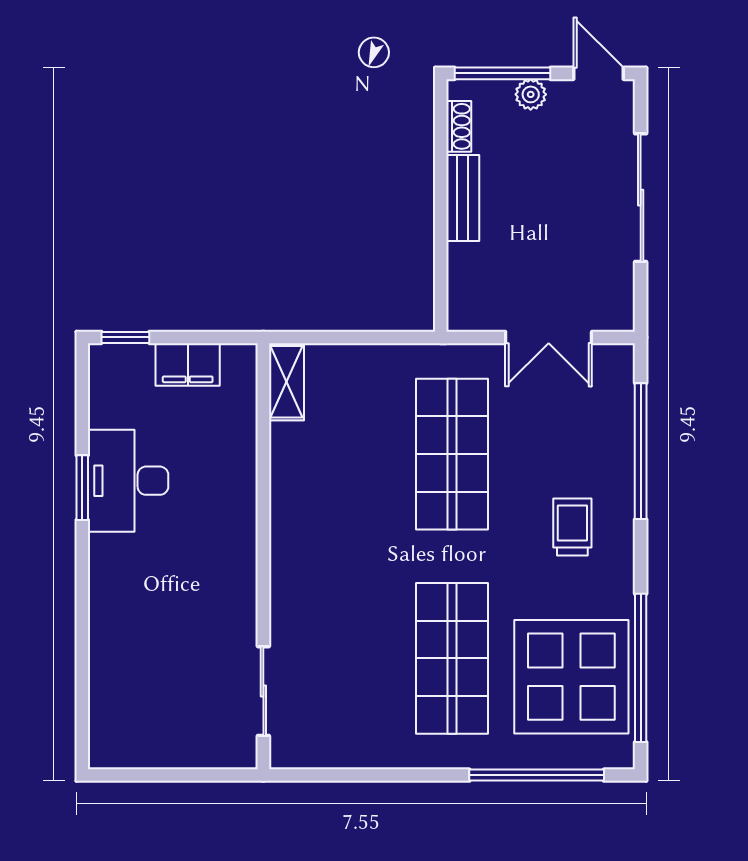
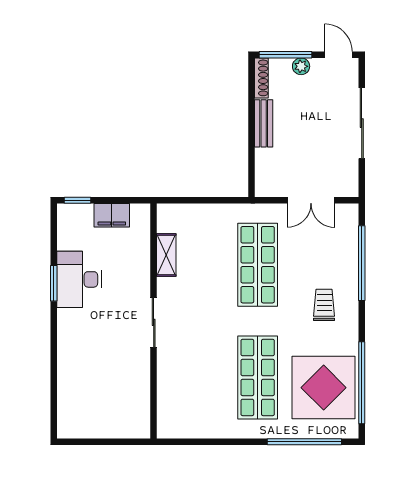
shoe rack: (459, 126) -> (261, 78), width x1.43
shelving: (286, 382) -> (166, 255), moved
sliding door: (263, 691) -> (154, 322), moved

